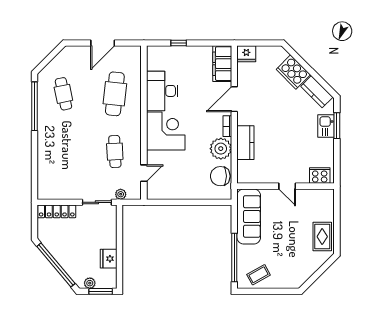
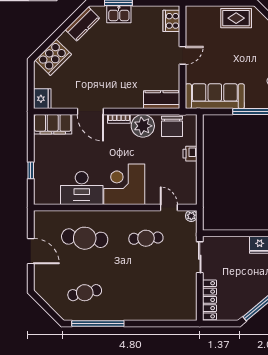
cooker: (293, 72) -> (53, 57), moved
kitchen counter: (245, 143) -> (162, 100), moved
printer: (195, 193) -> (190, 154), added
plant: (121, 194) -> (191, 216), moved

